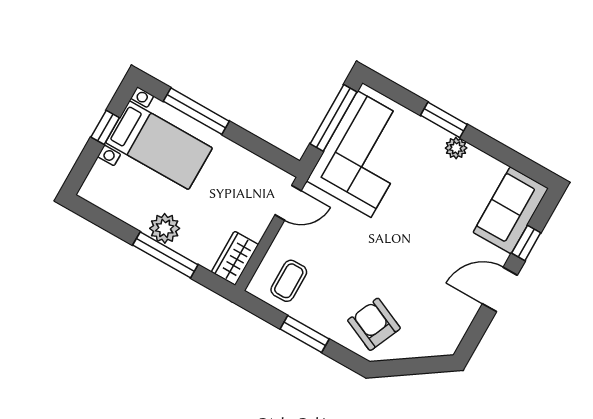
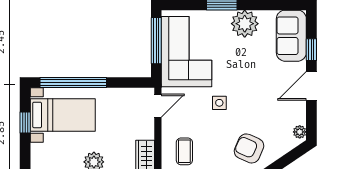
window: (196, 111) -> (73, 82), width x1.46
plant: (456, 148) -> (245, 24), width x1.87, depth x1.87
side table: (369, 244) -> (219, 103), added
plant: (451, 340) -> (300, 132), added

